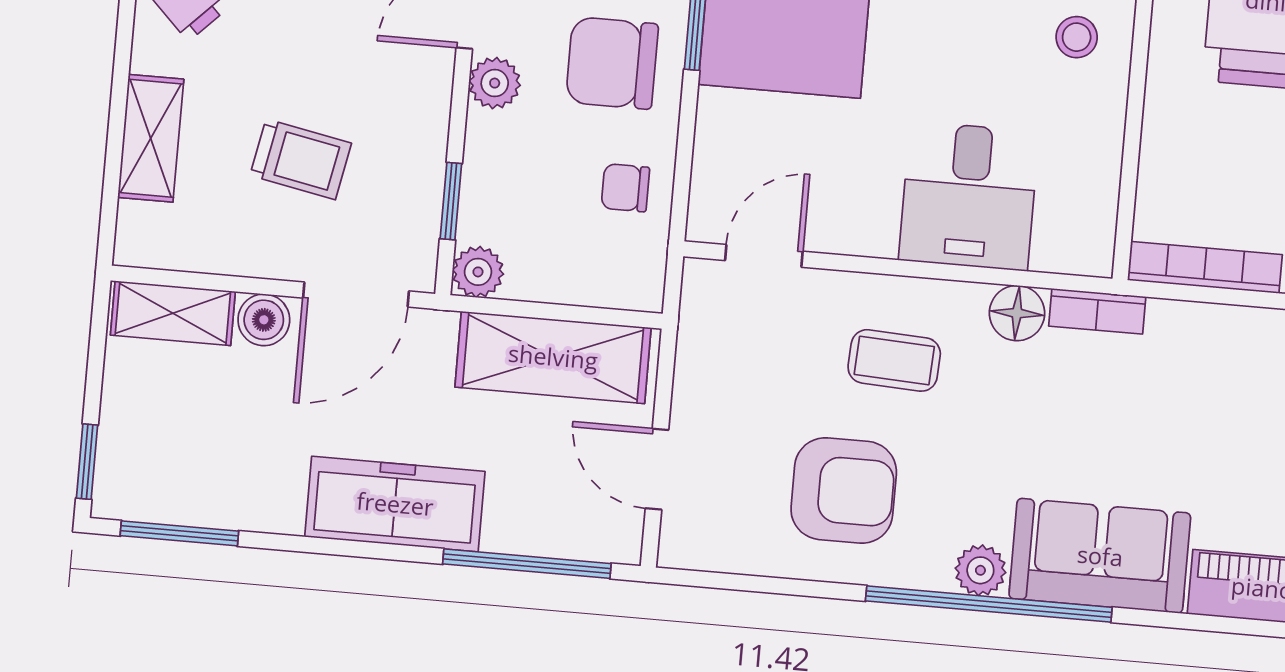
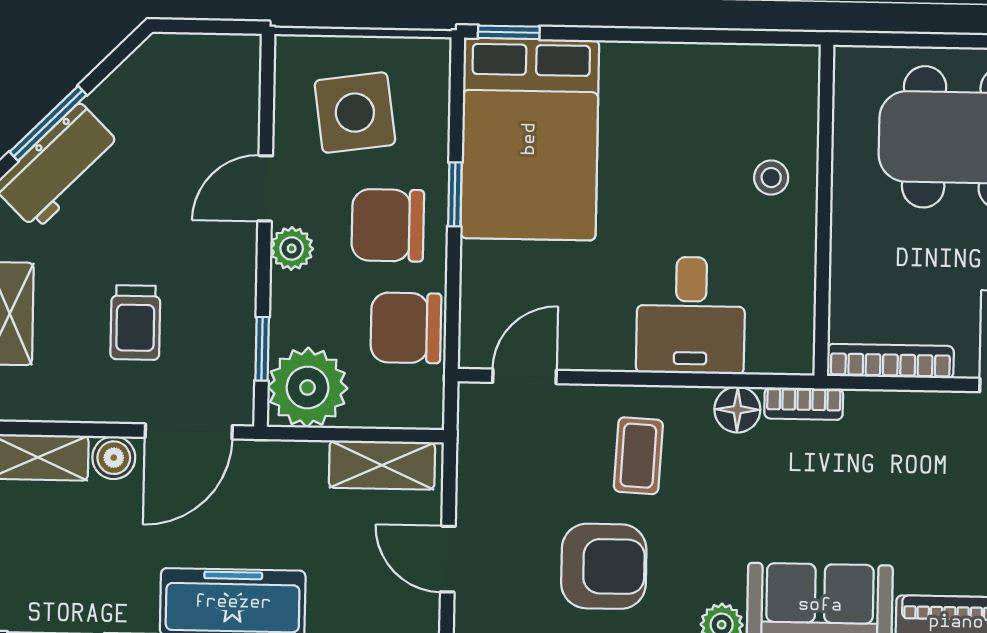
trolley: (301, 159) -> (135, 323), turned 79
chair: (625, 188) -> (406, 328), width x1.87, depth x1.87
plant: (478, 272) -> (308, 388), width x1.88, depth x1.88
shelving: (553, 357) -> (382, 465), width x0.67, depth x0.75
coffee table: (894, 360) -> (638, 456), turned 90

